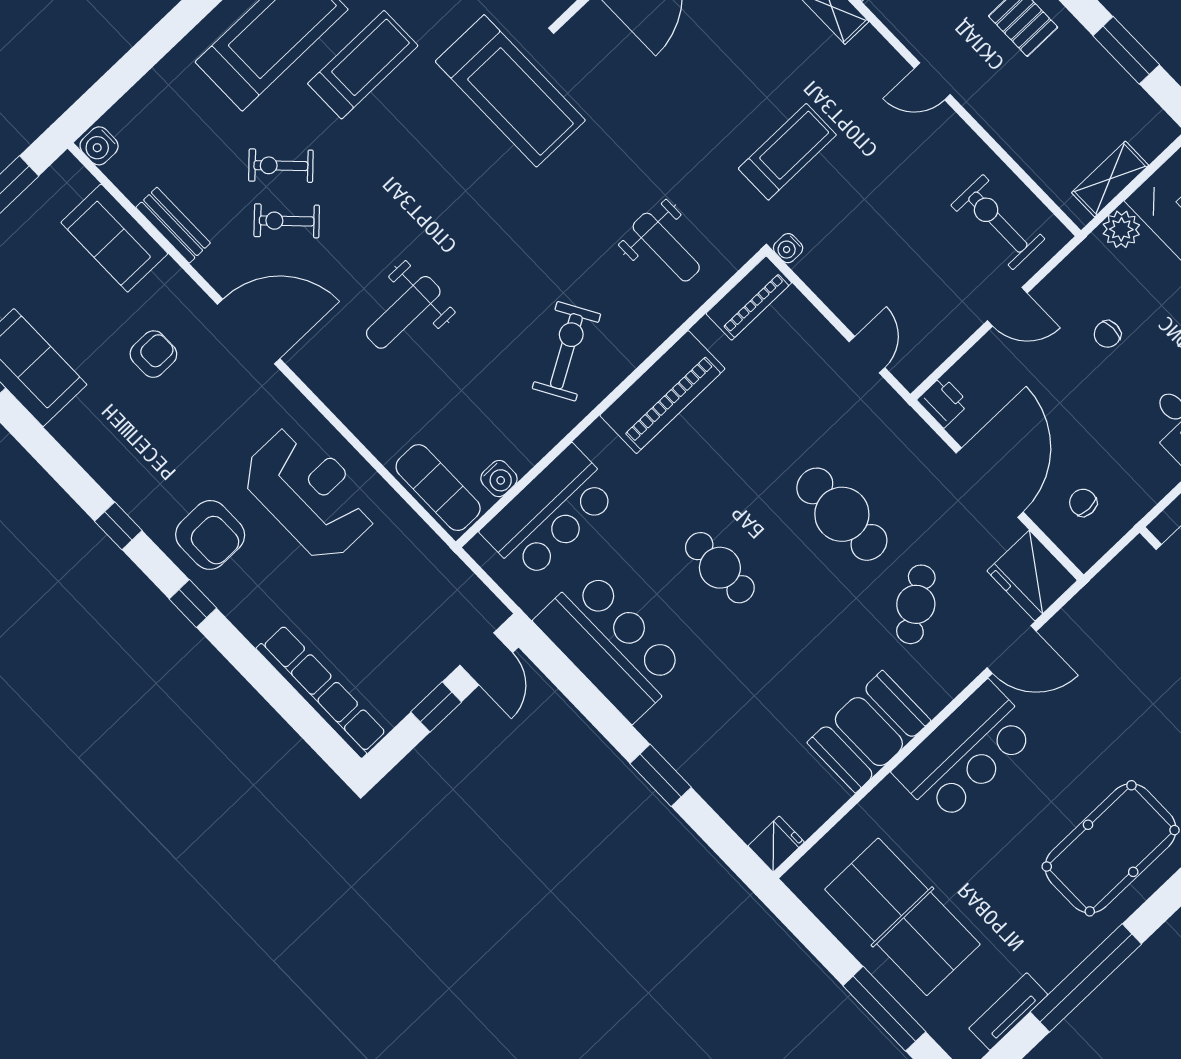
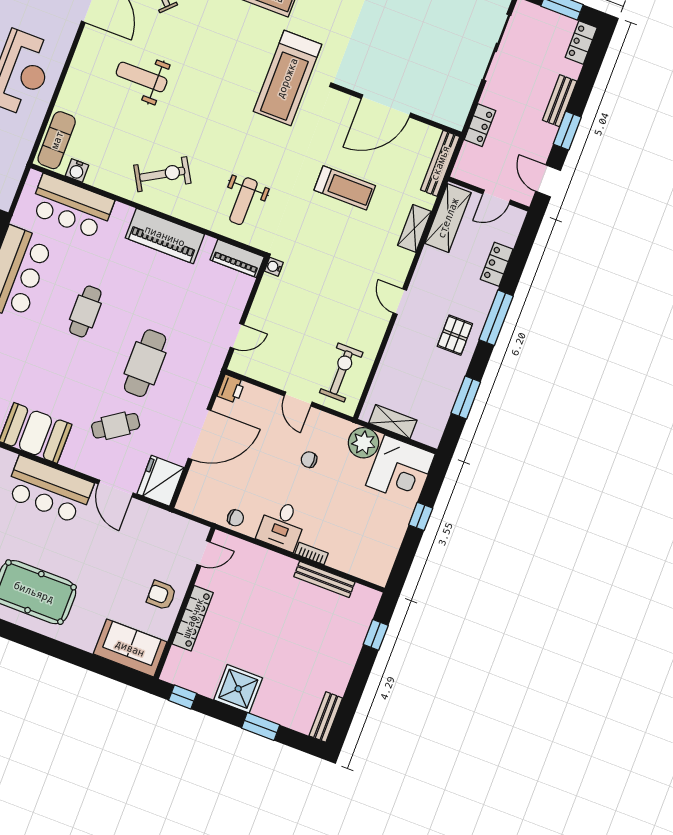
treadmill: (787, 152) -> (345, 188), moved
plant: (1121, 229) -> (363, 443), width x1.36, depth x1.36
chair: (1083, 503) -> (235, 518), moved, turned 90

